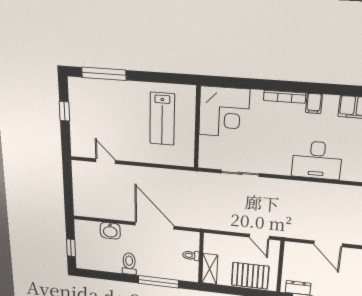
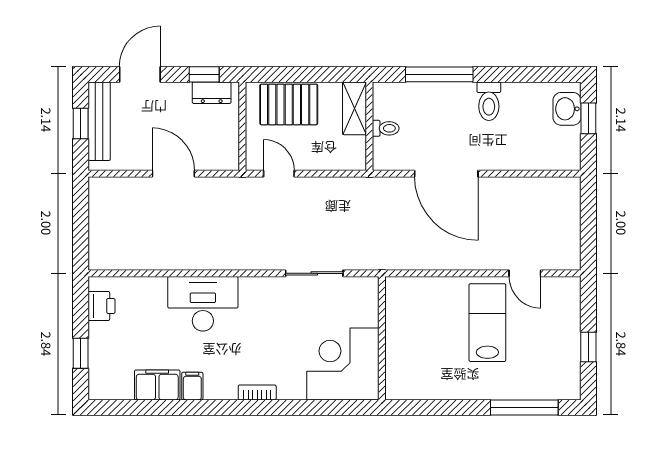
bookcase: (285, 97) -> (257, 392), width x0.64
filing cabinet: (314, 103) -> (192, 386), moved
lab bench: (162, 119) -> (487, 323), moved
washbasin: (110, 231) -> (567, 109), moved, turned -90

